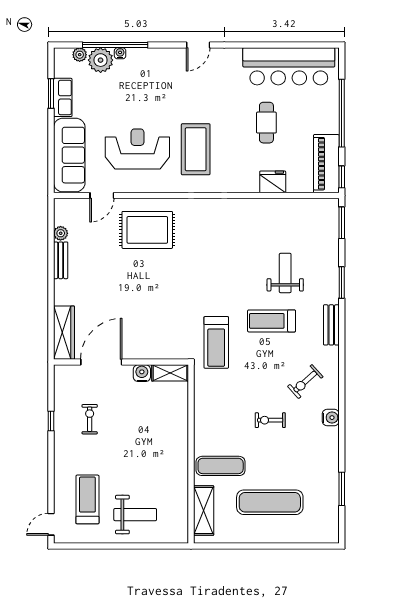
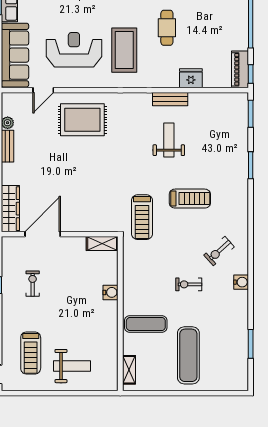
cafe table: (266, 123) -> (167, 28), moved
piano: (326, 164) -> (240, 69), width x0.73, depth x0.75
weight bench: (285, 273) -> (169, 140), moved
treadmill: (272, 321) -> (190, 199), turned 180
bench: (331, 325) -> (170, 99), moved, turned 90
water cooler: (142, 373) -> (111, 292), moved, turned 90
treadmill: (87, 499) -> (31, 353), turned 180
exercise mat: (270, 502) -> (188, 355), turned 90
shelving: (204, 511) -> (129, 370), width x0.67, depth x0.75

